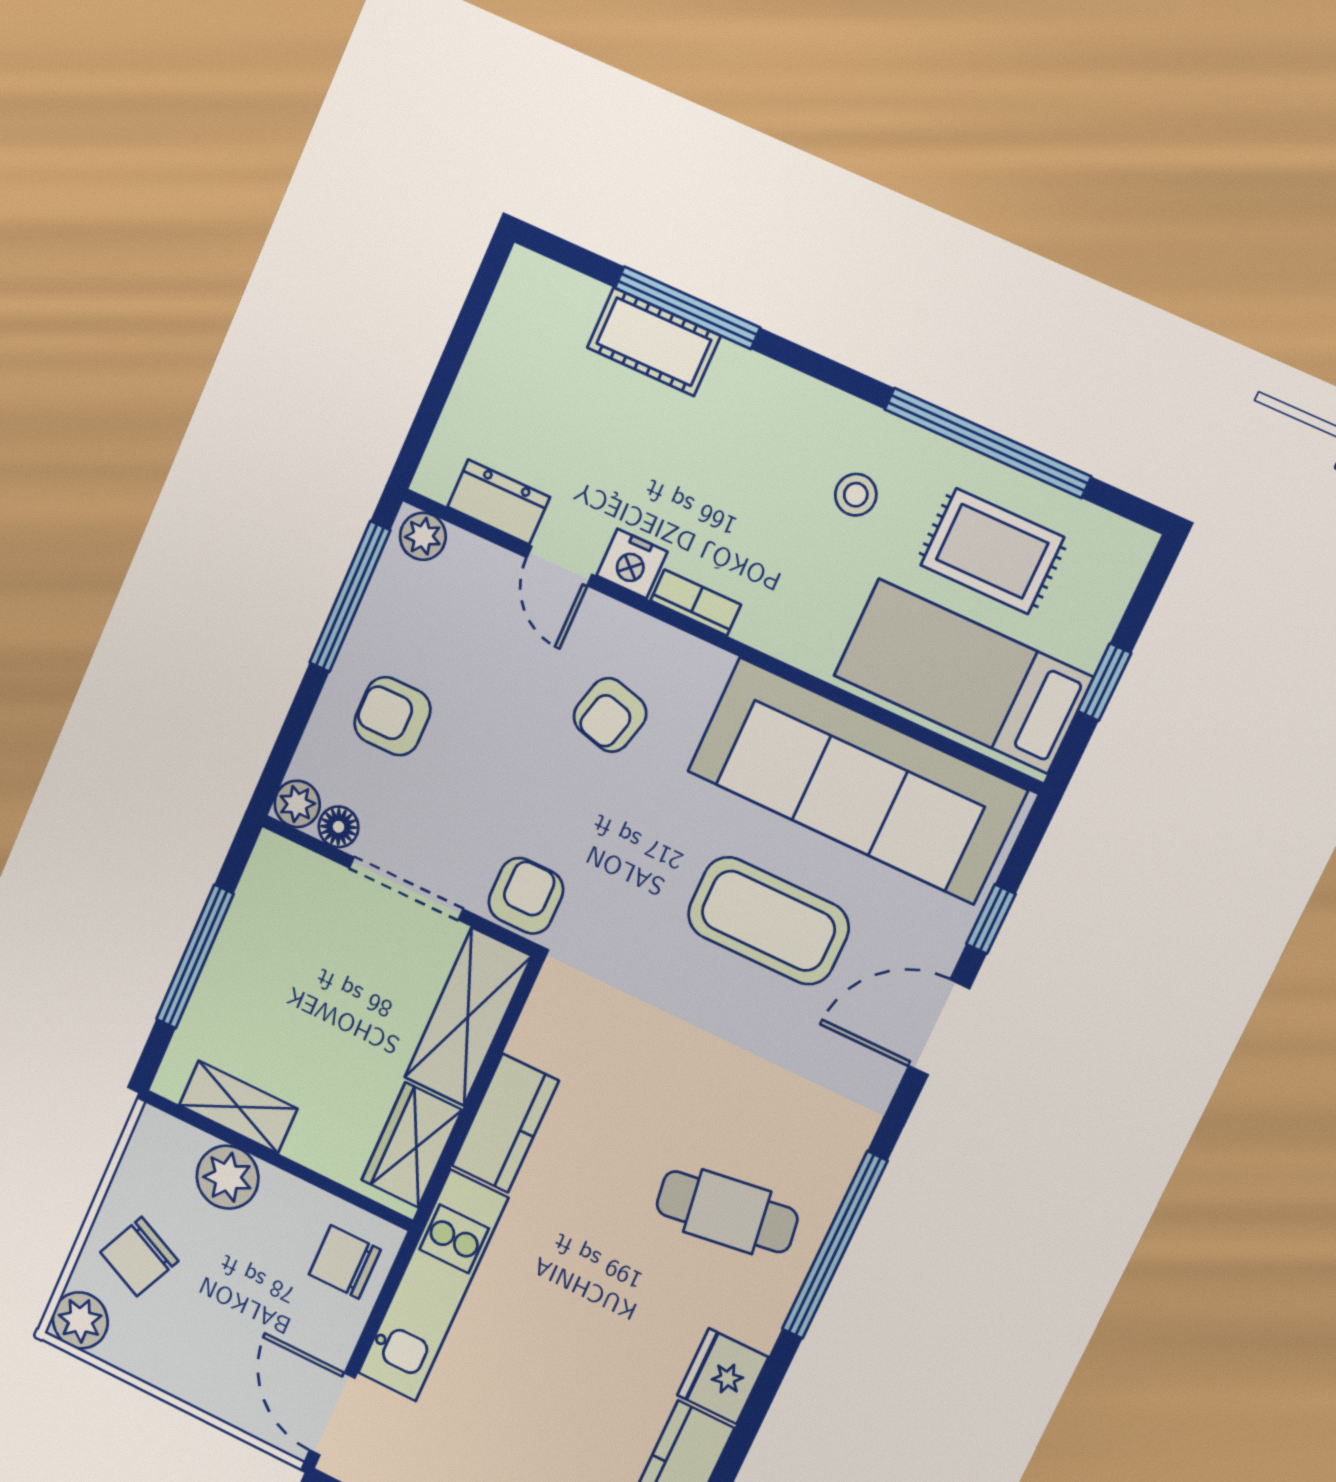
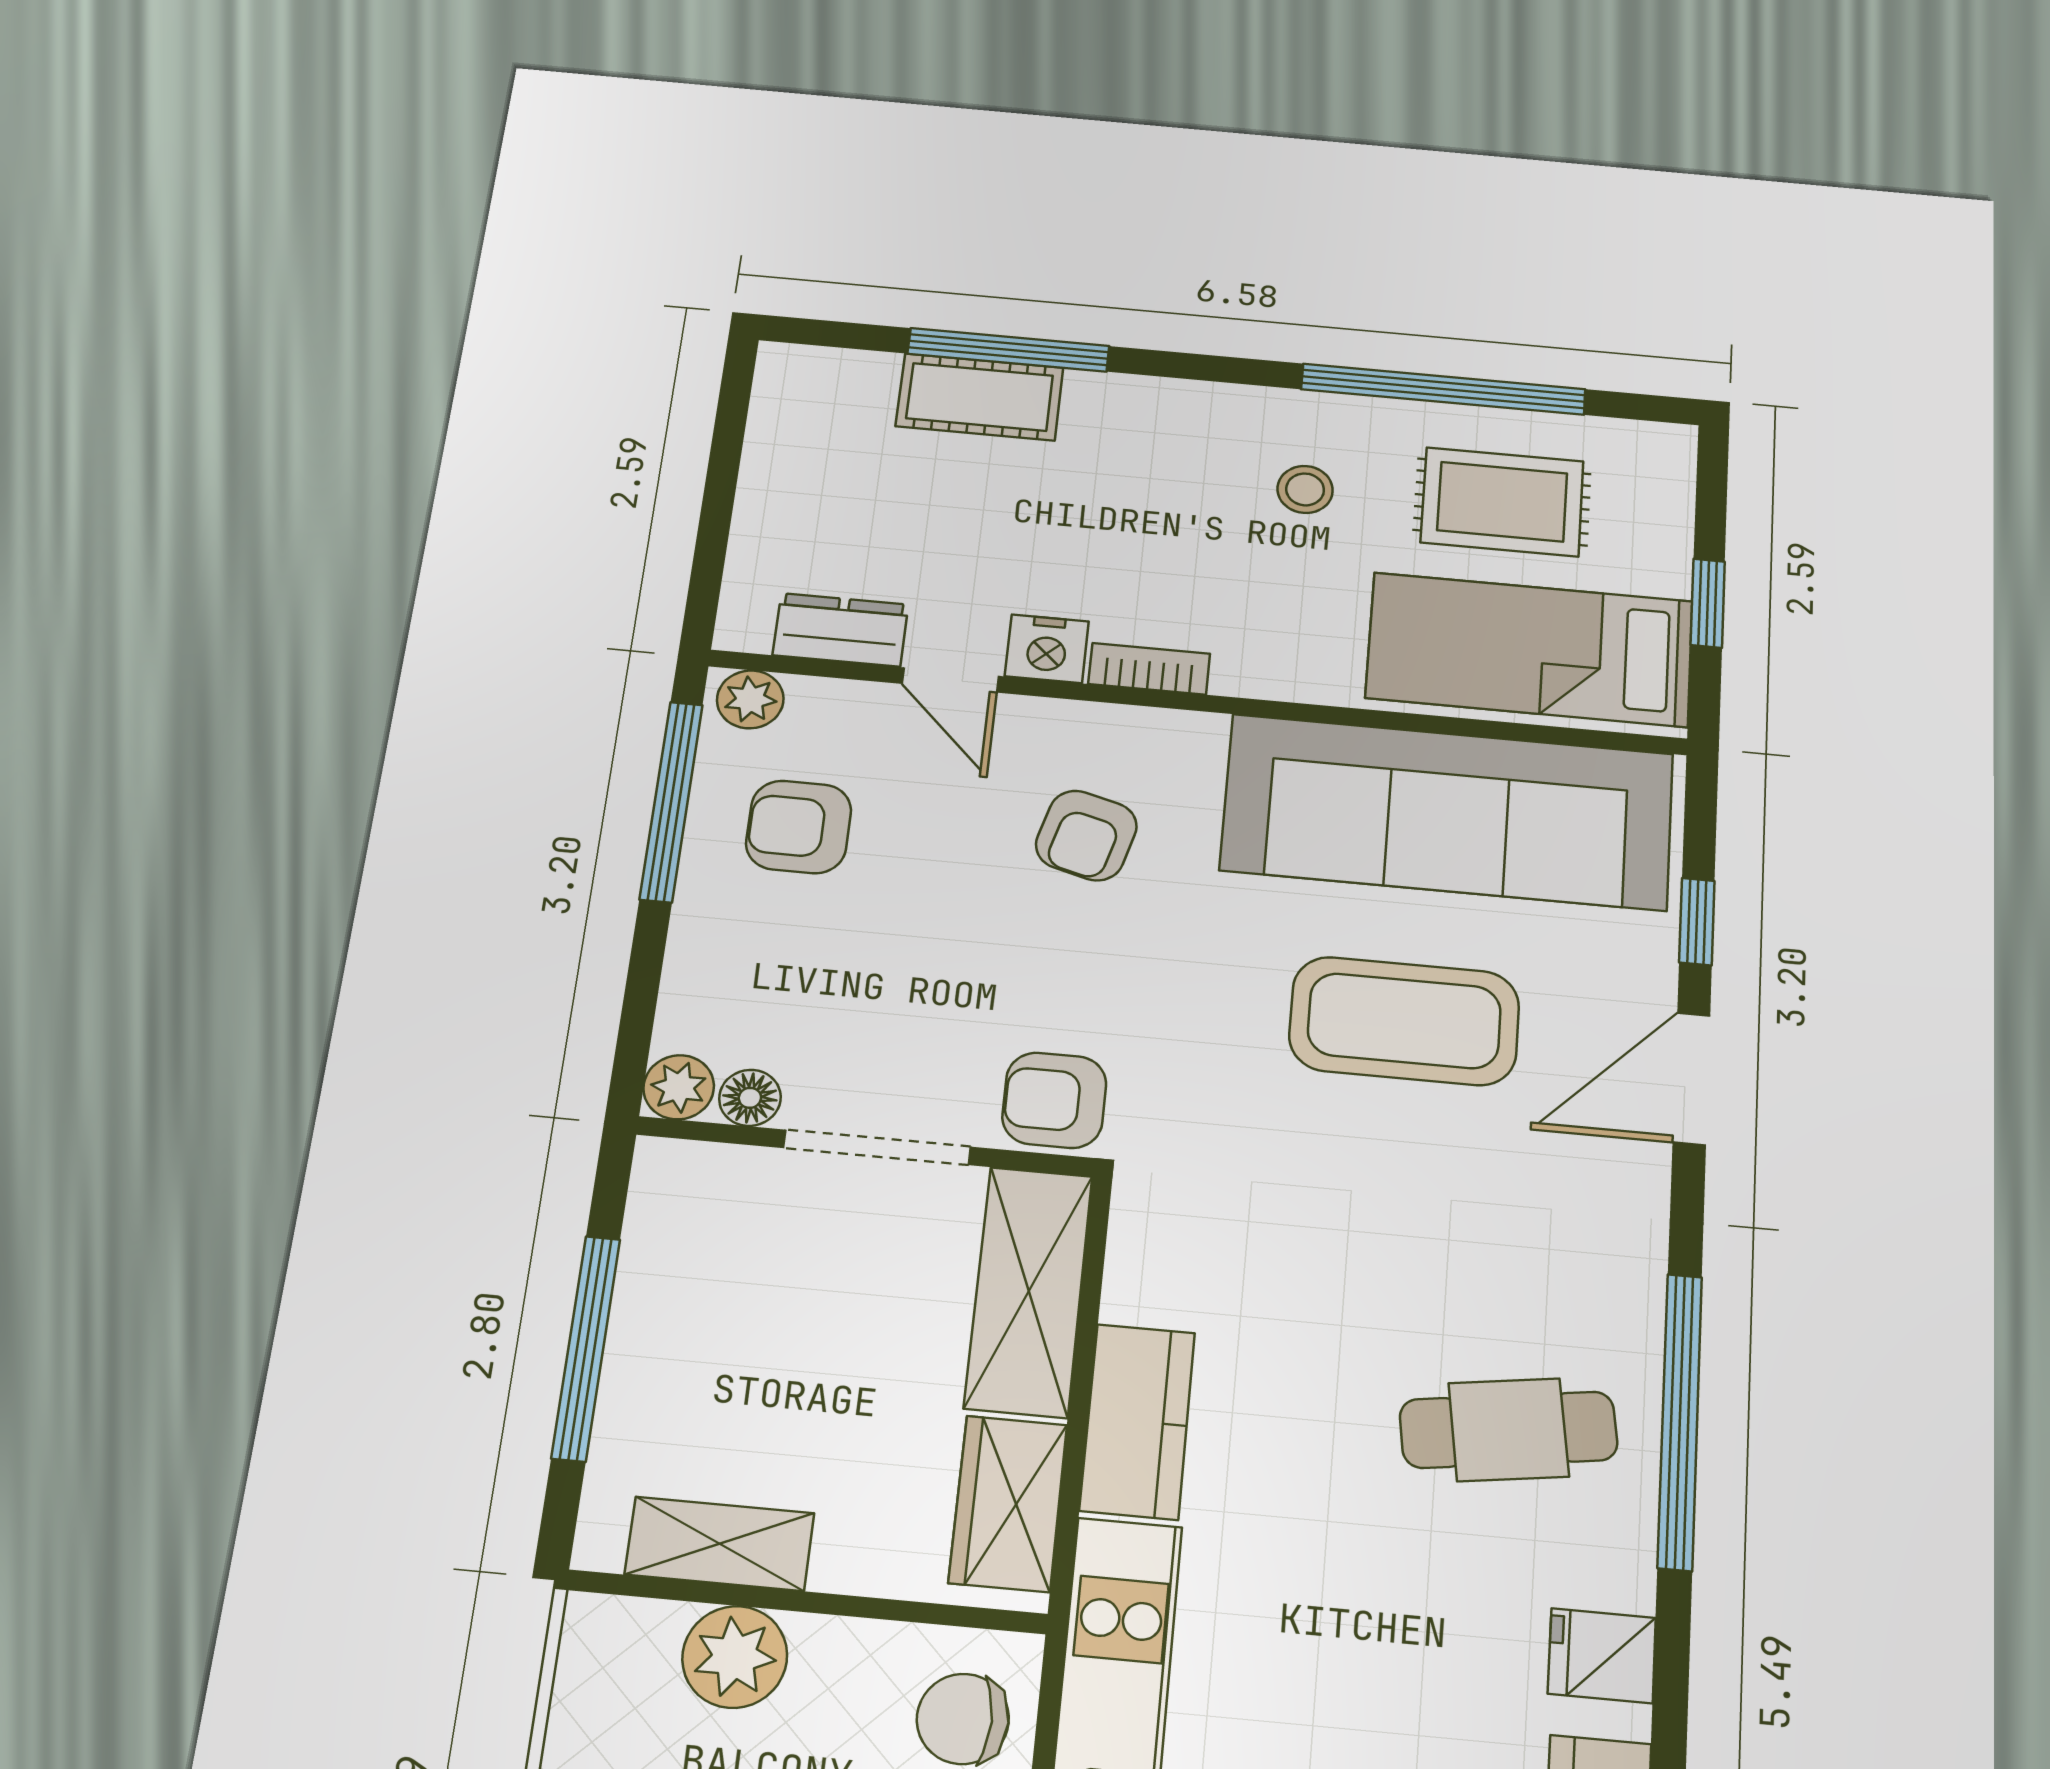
armchair: (392, 716) -> (799, 827), moved
armchair: (526, 896) -> (1054, 1100), turned -90
fridge: (723, 1376) -> (1602, 1656), width x0.72

